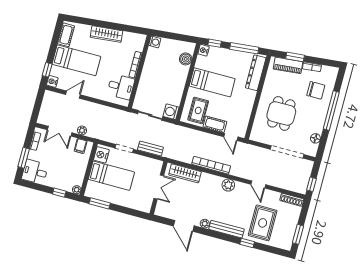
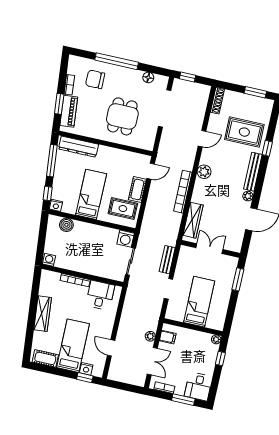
nightstand: (52, 81) -> (86, 369), moved
chair: (316, 90) -> (95, 79), turned -90
dining table: (281, 113) -> (122, 116), turned 90
nightstand: (101, 155) -> (176, 314), removed
window: (311, 184) -> (188, 77), moved
window: (100, 203) -> (238, 279), moved

